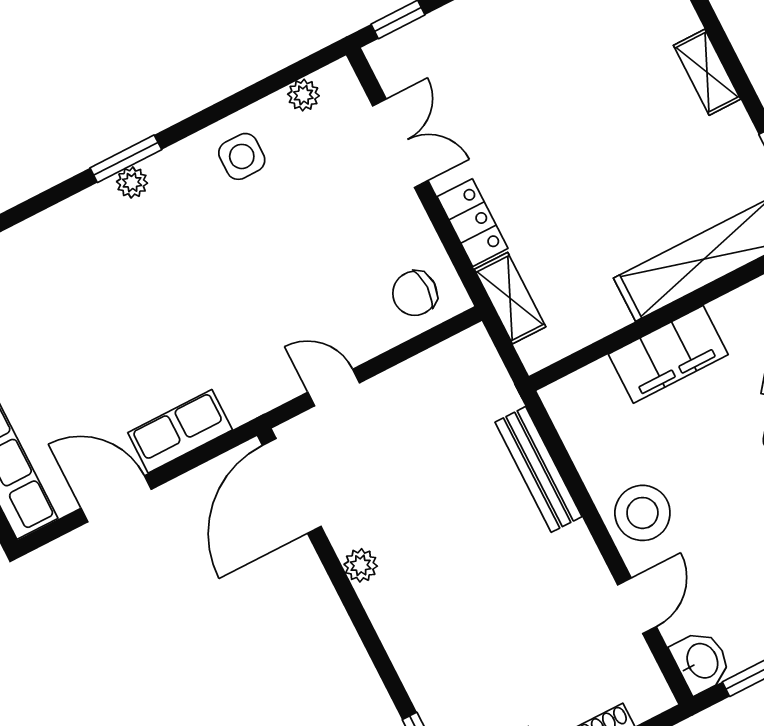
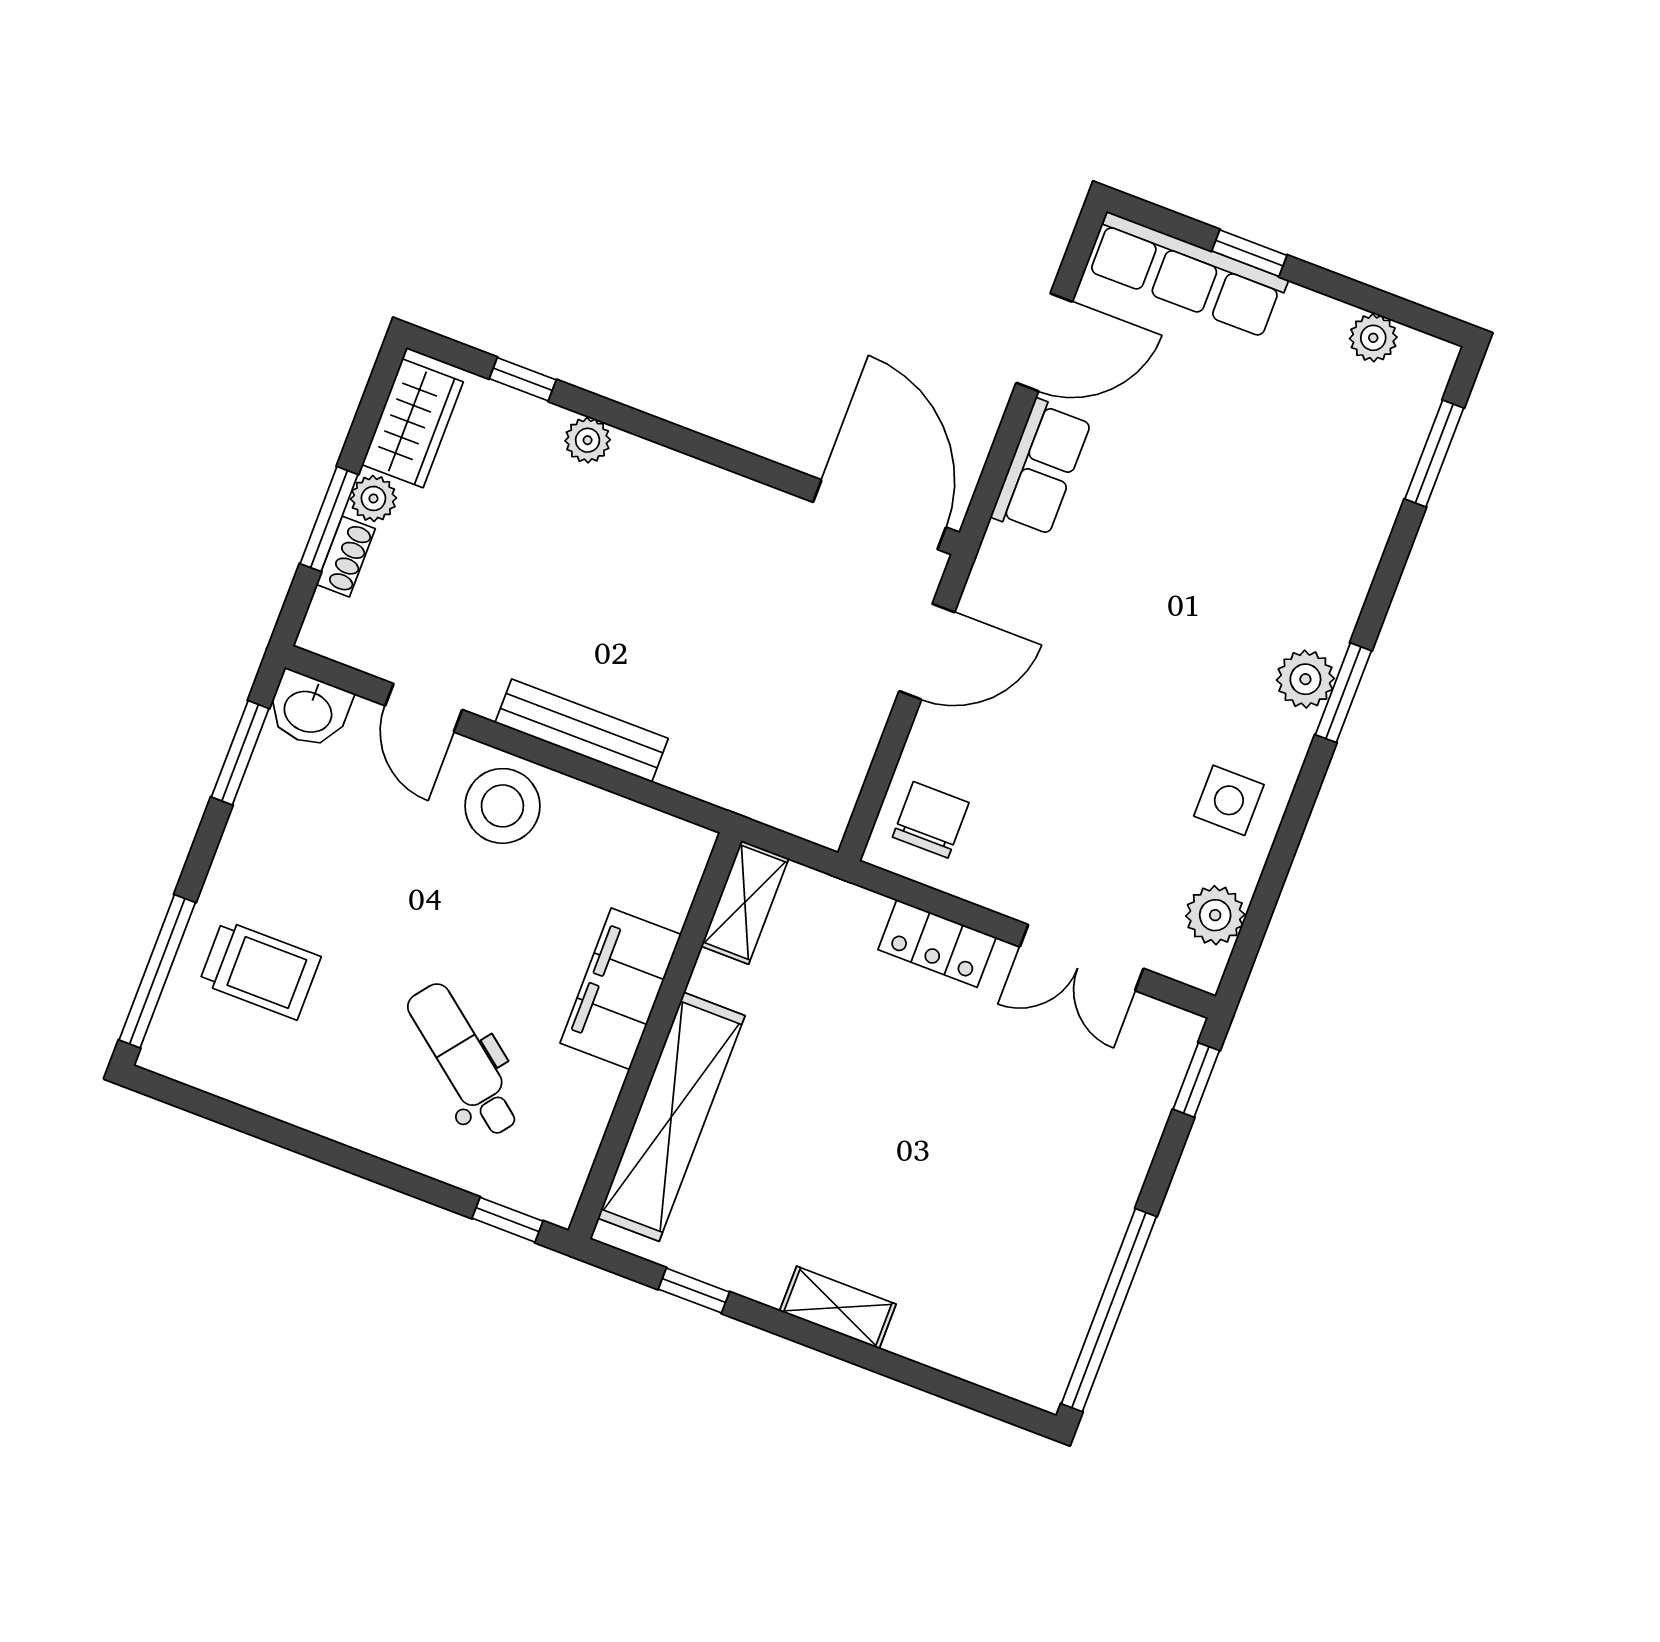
plant: (303, 95) -> (1215, 915), width x1.38, depth x1.38
plant: (132, 182) -> (1305, 679), width x1.38, depth x1.38
shelving: (510, 298) -> (745, 902), moved, turned 90
door: (334, 387) -> (927, 652), width x1.38
bench: (538, 469) -> (582, 731), moved
plant: (361, 565) -> (588, 440), moved

